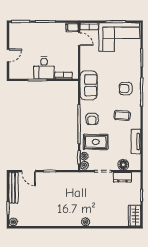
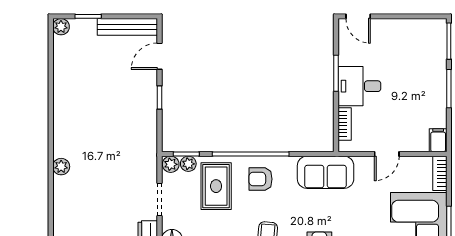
door: (79, 39) -> (387, 154), moved
door: (8, 55) -> (358, 16), moved

